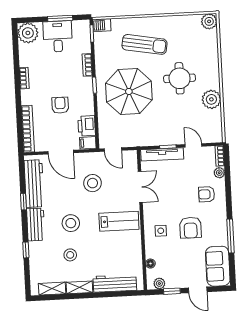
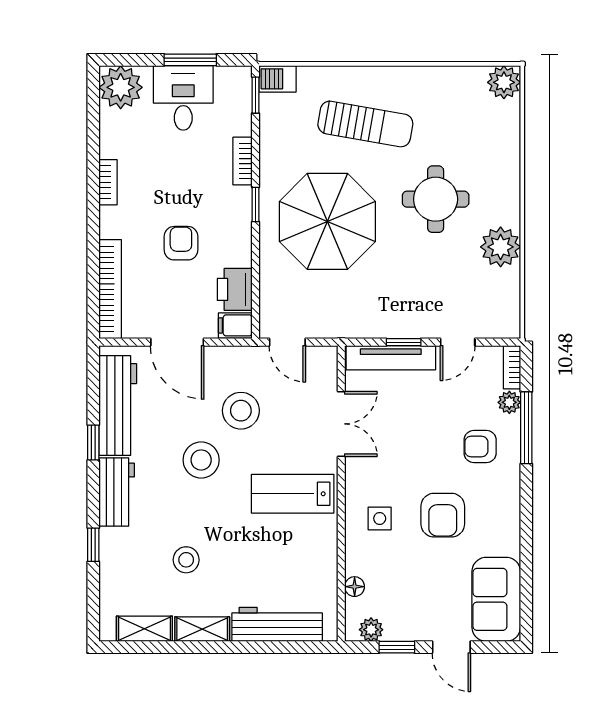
door: (193, 145) -> (458, 342), swing flipped
lab bench: (119, 221) -> (293, 494), turned 180
stool: (71, 223) -> (201, 460), moved
window: (231, 236) -> (526, 428), moved

